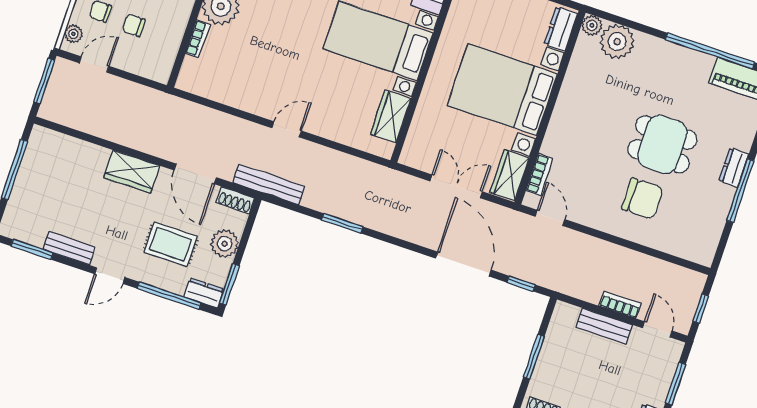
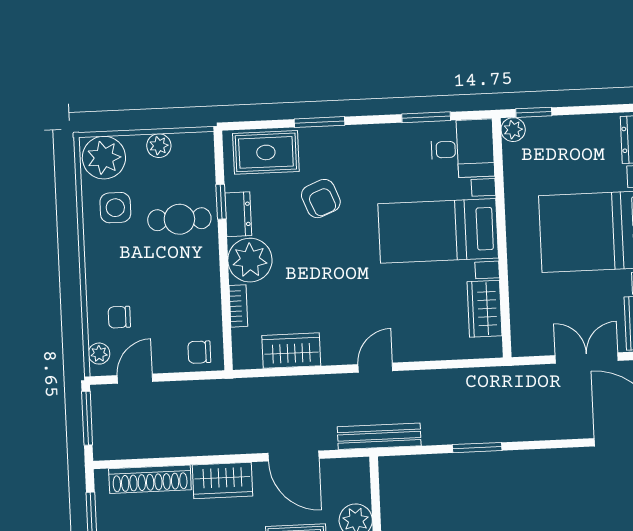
chair: (134, 25) -> (199, 352), moved
wardrobe: (226, 90) -> (291, 351), added
shoe rack: (235, 200) -> (150, 479), moved, width x1.94, depth x1.24

